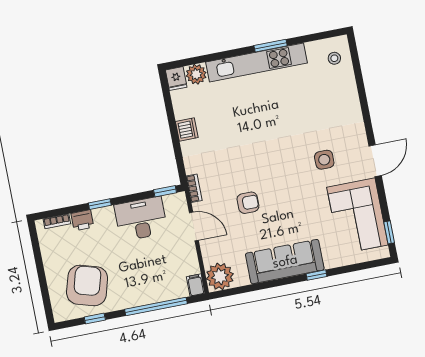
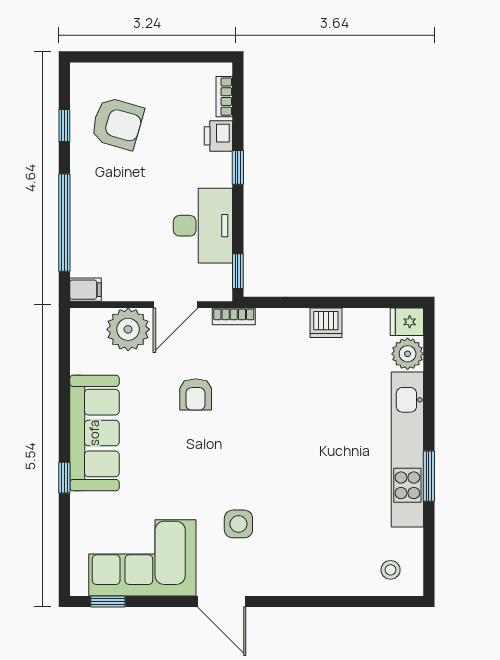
plant: (220, 276) -> (128, 329), moved
armchair: (87, 285) -> (117, 124), width x0.73, depth x0.73

